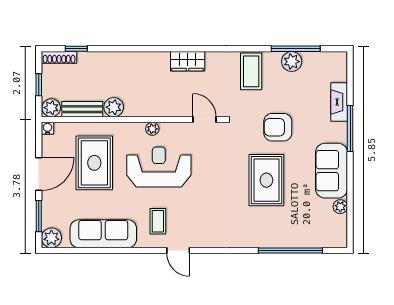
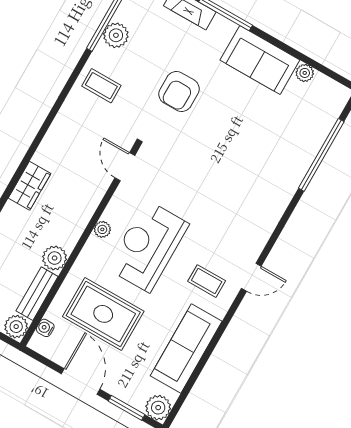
wardrobe: (188, 61) -> (30, 186), moved
coffee table: (251, 71) -> (101, 86), width x0.73, depth x0.77
door: (205, 120) -> (125, 167), hinge flipped
water cooler: (47, 128) -> (45, 328), moved
rug: (266, 180) -> (230, 137), removed

